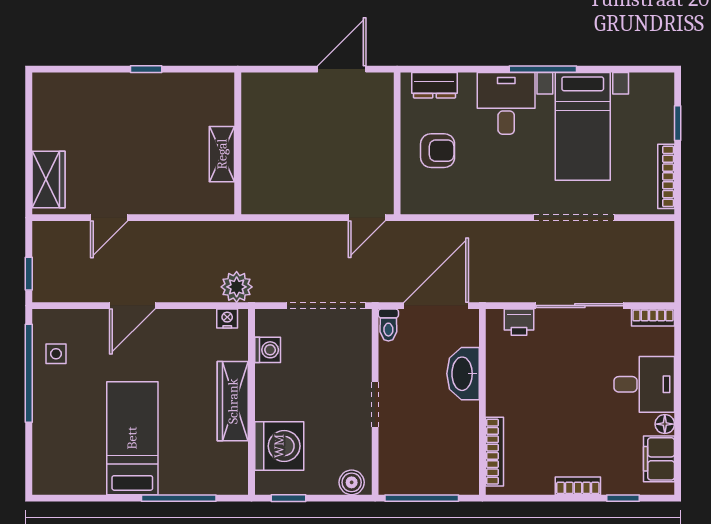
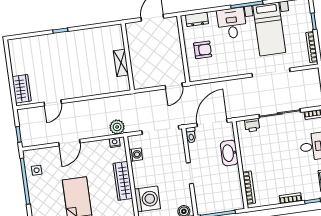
wall: (238, 143) -> (128, 57), moved
shelving: (222, 154) -> (121, 63), moved

